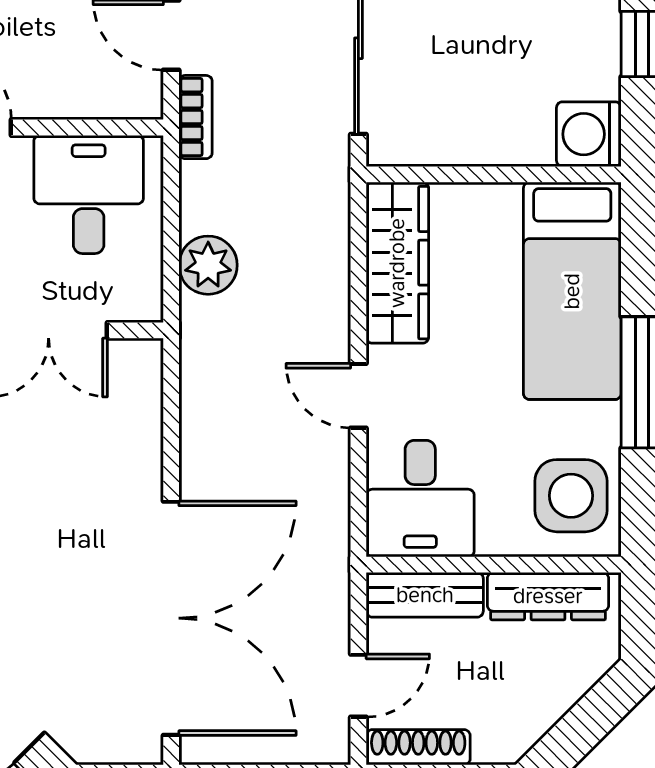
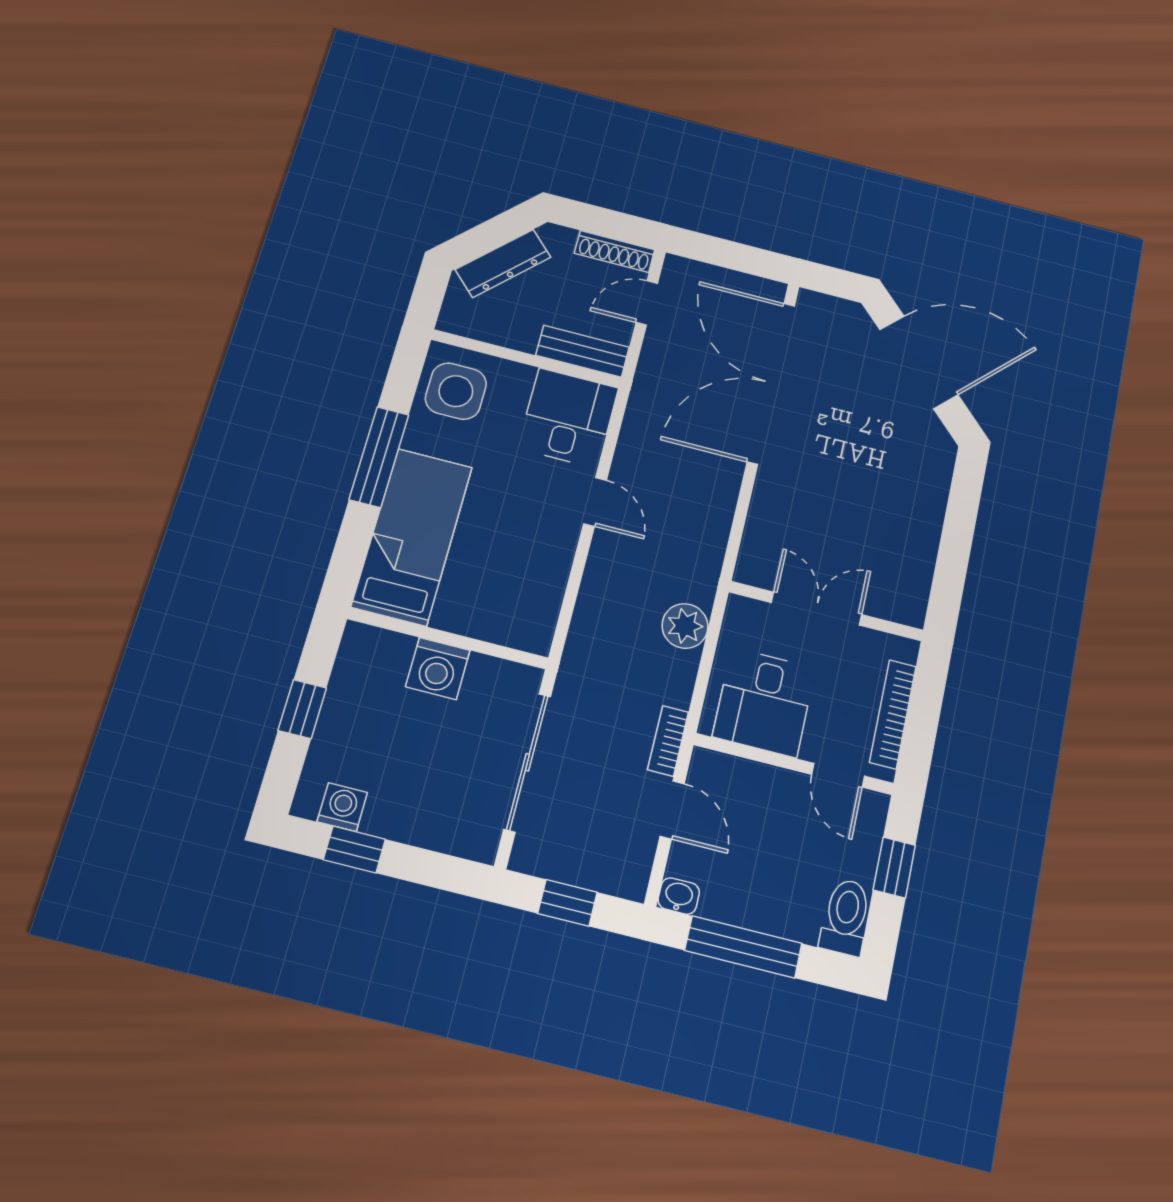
washing machine: (589, 134) -> (438, 669), moved, turned 90
wardrobe: (397, 263) -> (540, 591), removed
dresser: (548, 596) -> (503, 263), moved, turned 135

